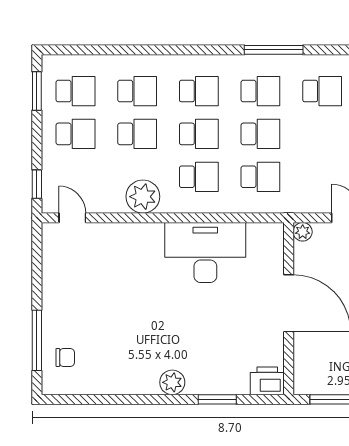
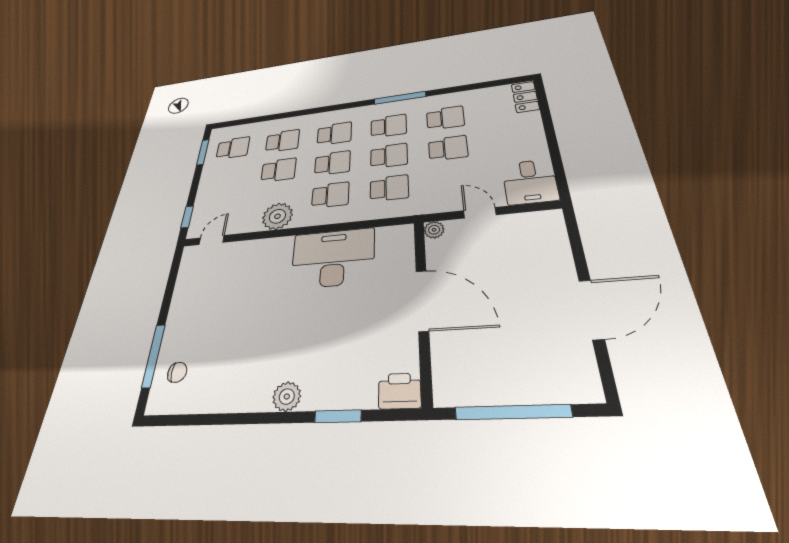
school desk: (75, 134) -> (448, 148), moved
door: (72, 218) -> (212, 240), hinge flipped

